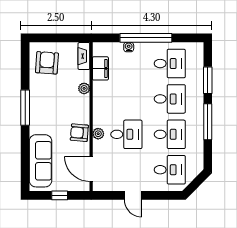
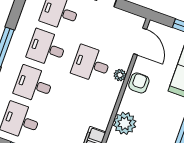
plant: (84, 88) -> (125, 123), width x1.87, depth x1.87
armchair: (79, 133) -> (139, 83), turned -95

